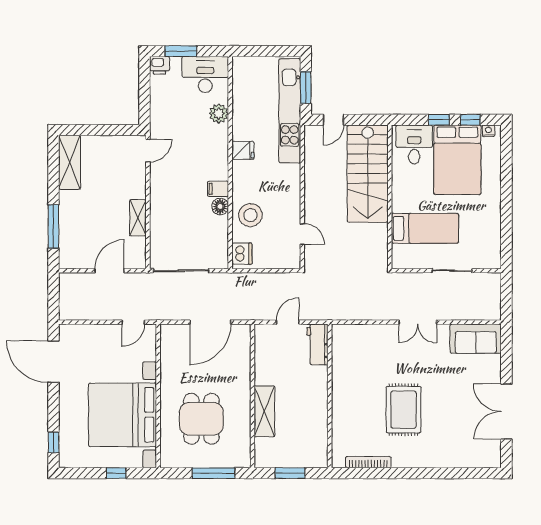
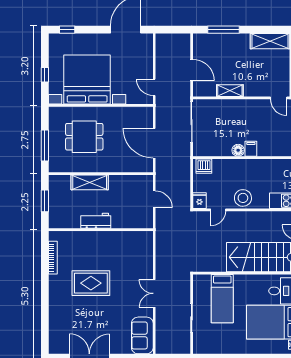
fridge: (243, 150) -> (199, 201), moved, turned 180
stool: (250, 215) -> (243, 198), moved
workbench: (317, 344) -> (96, 221), moved

